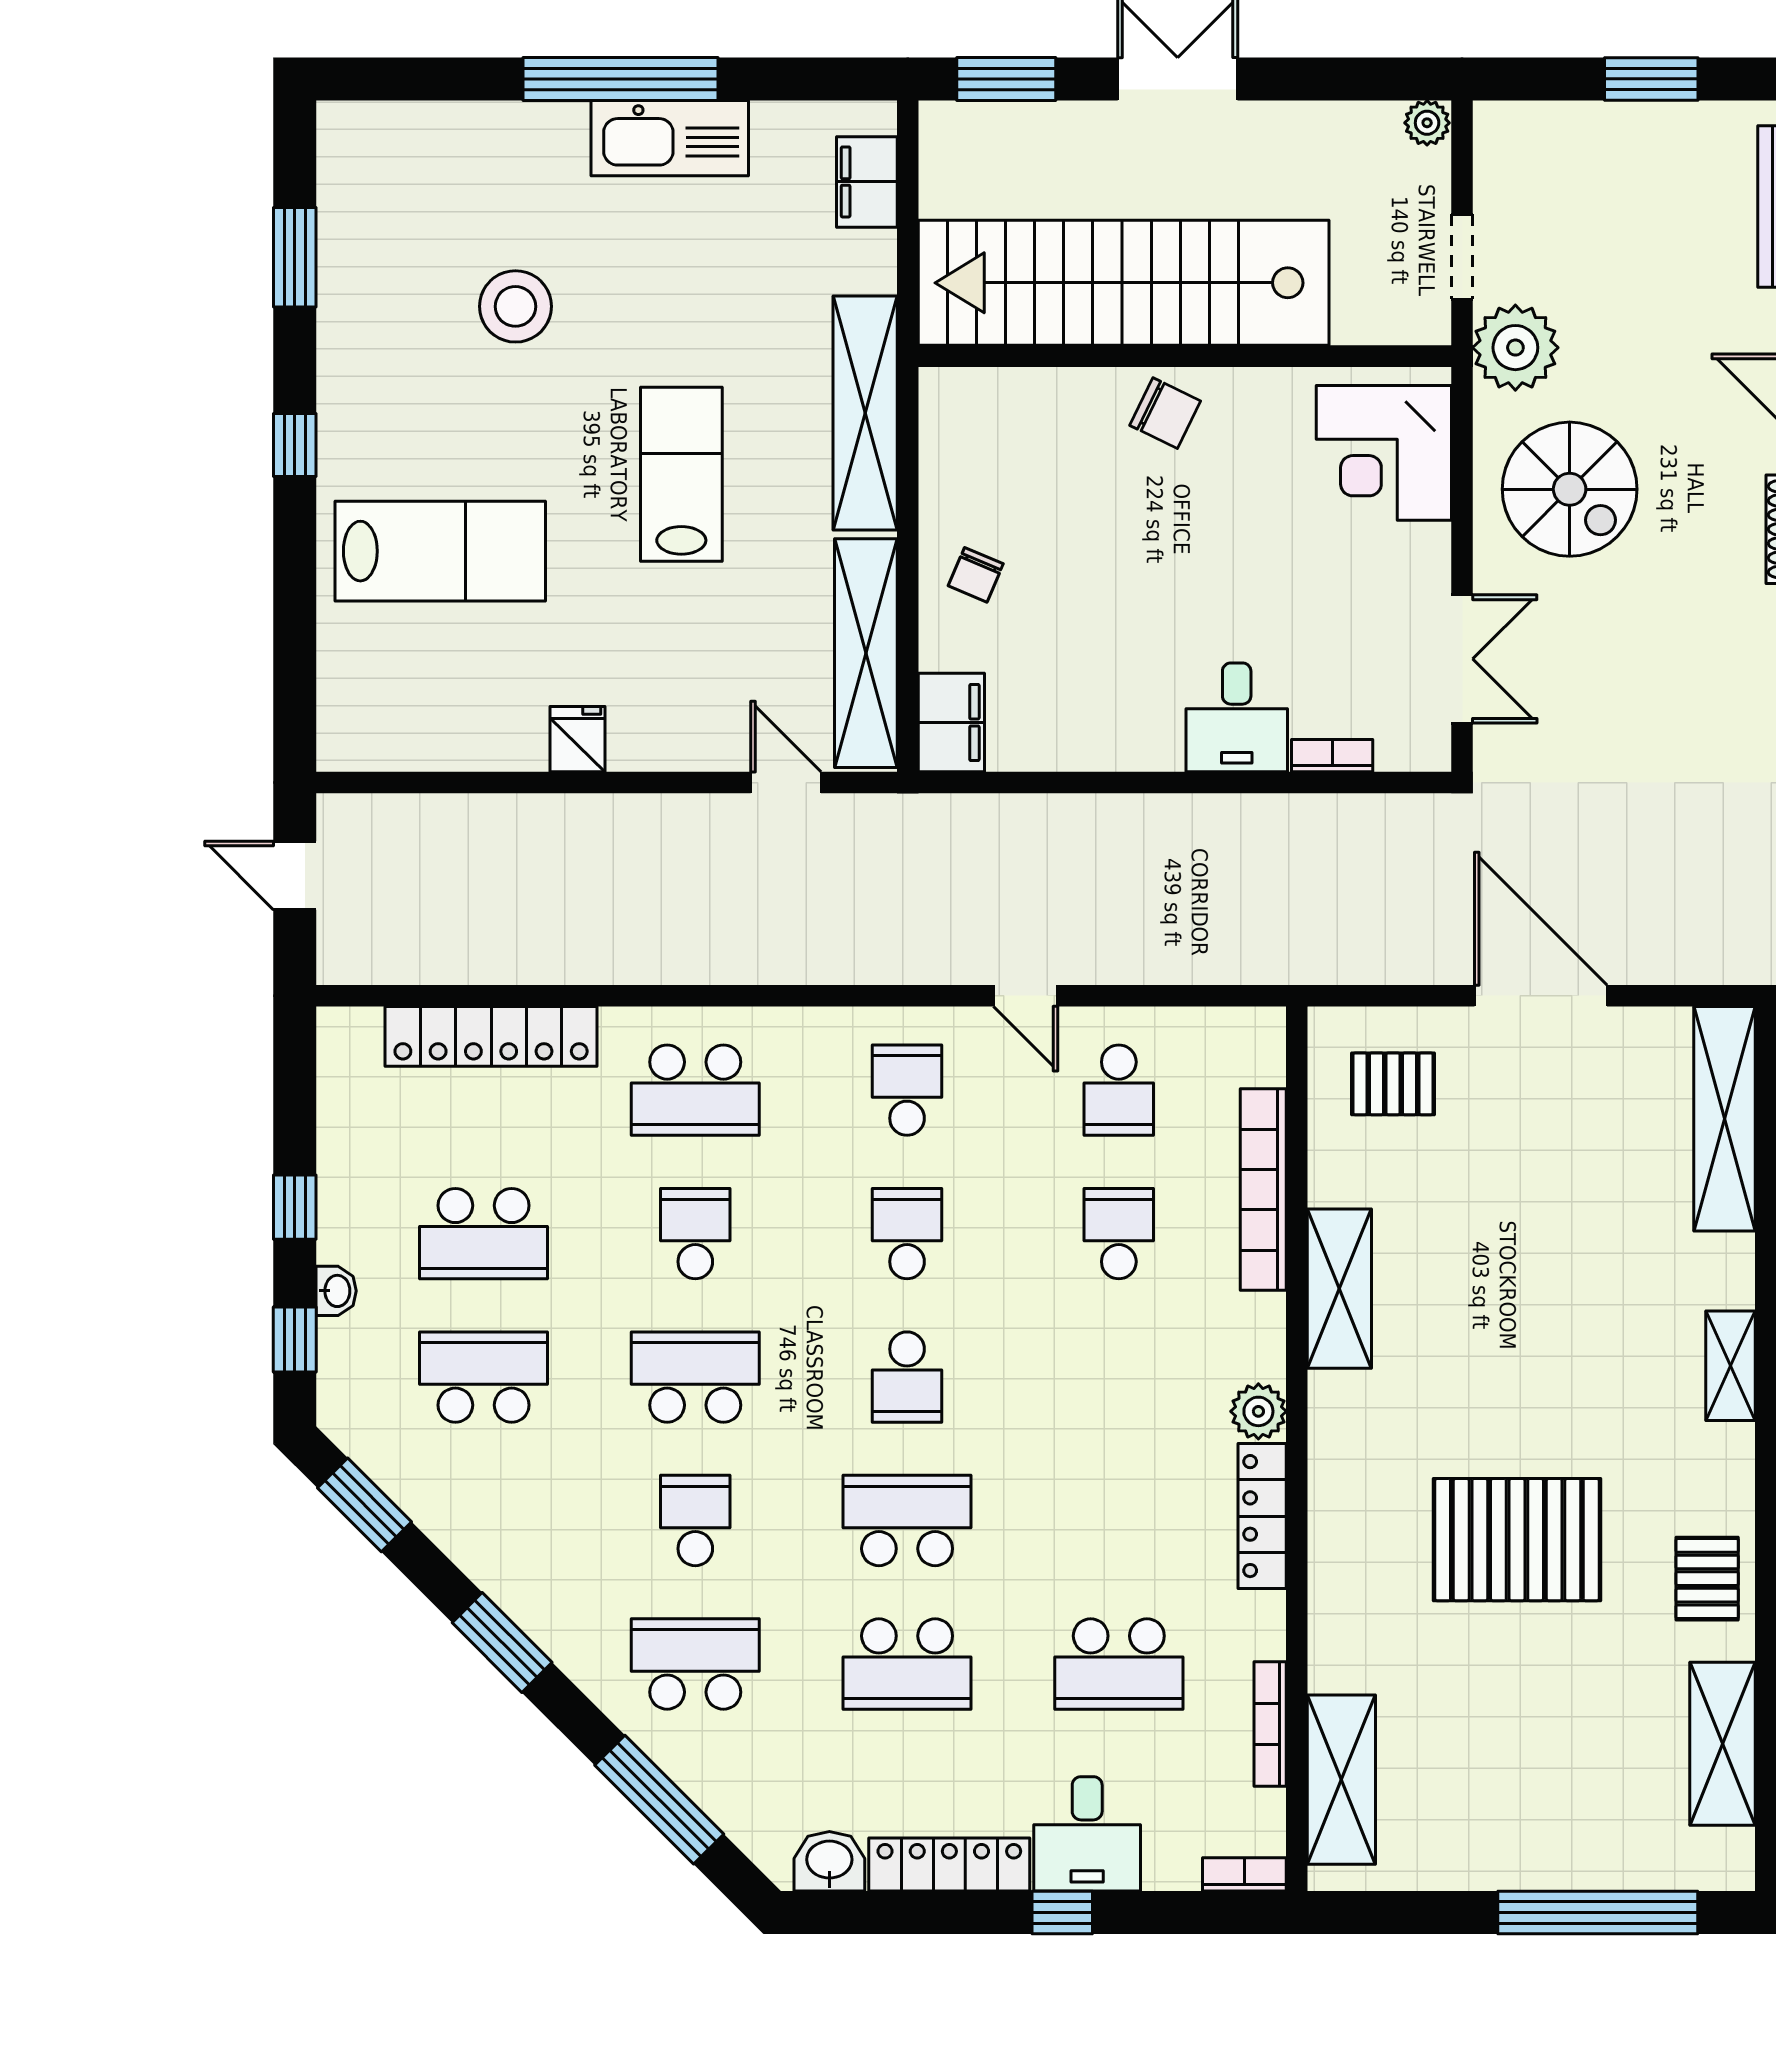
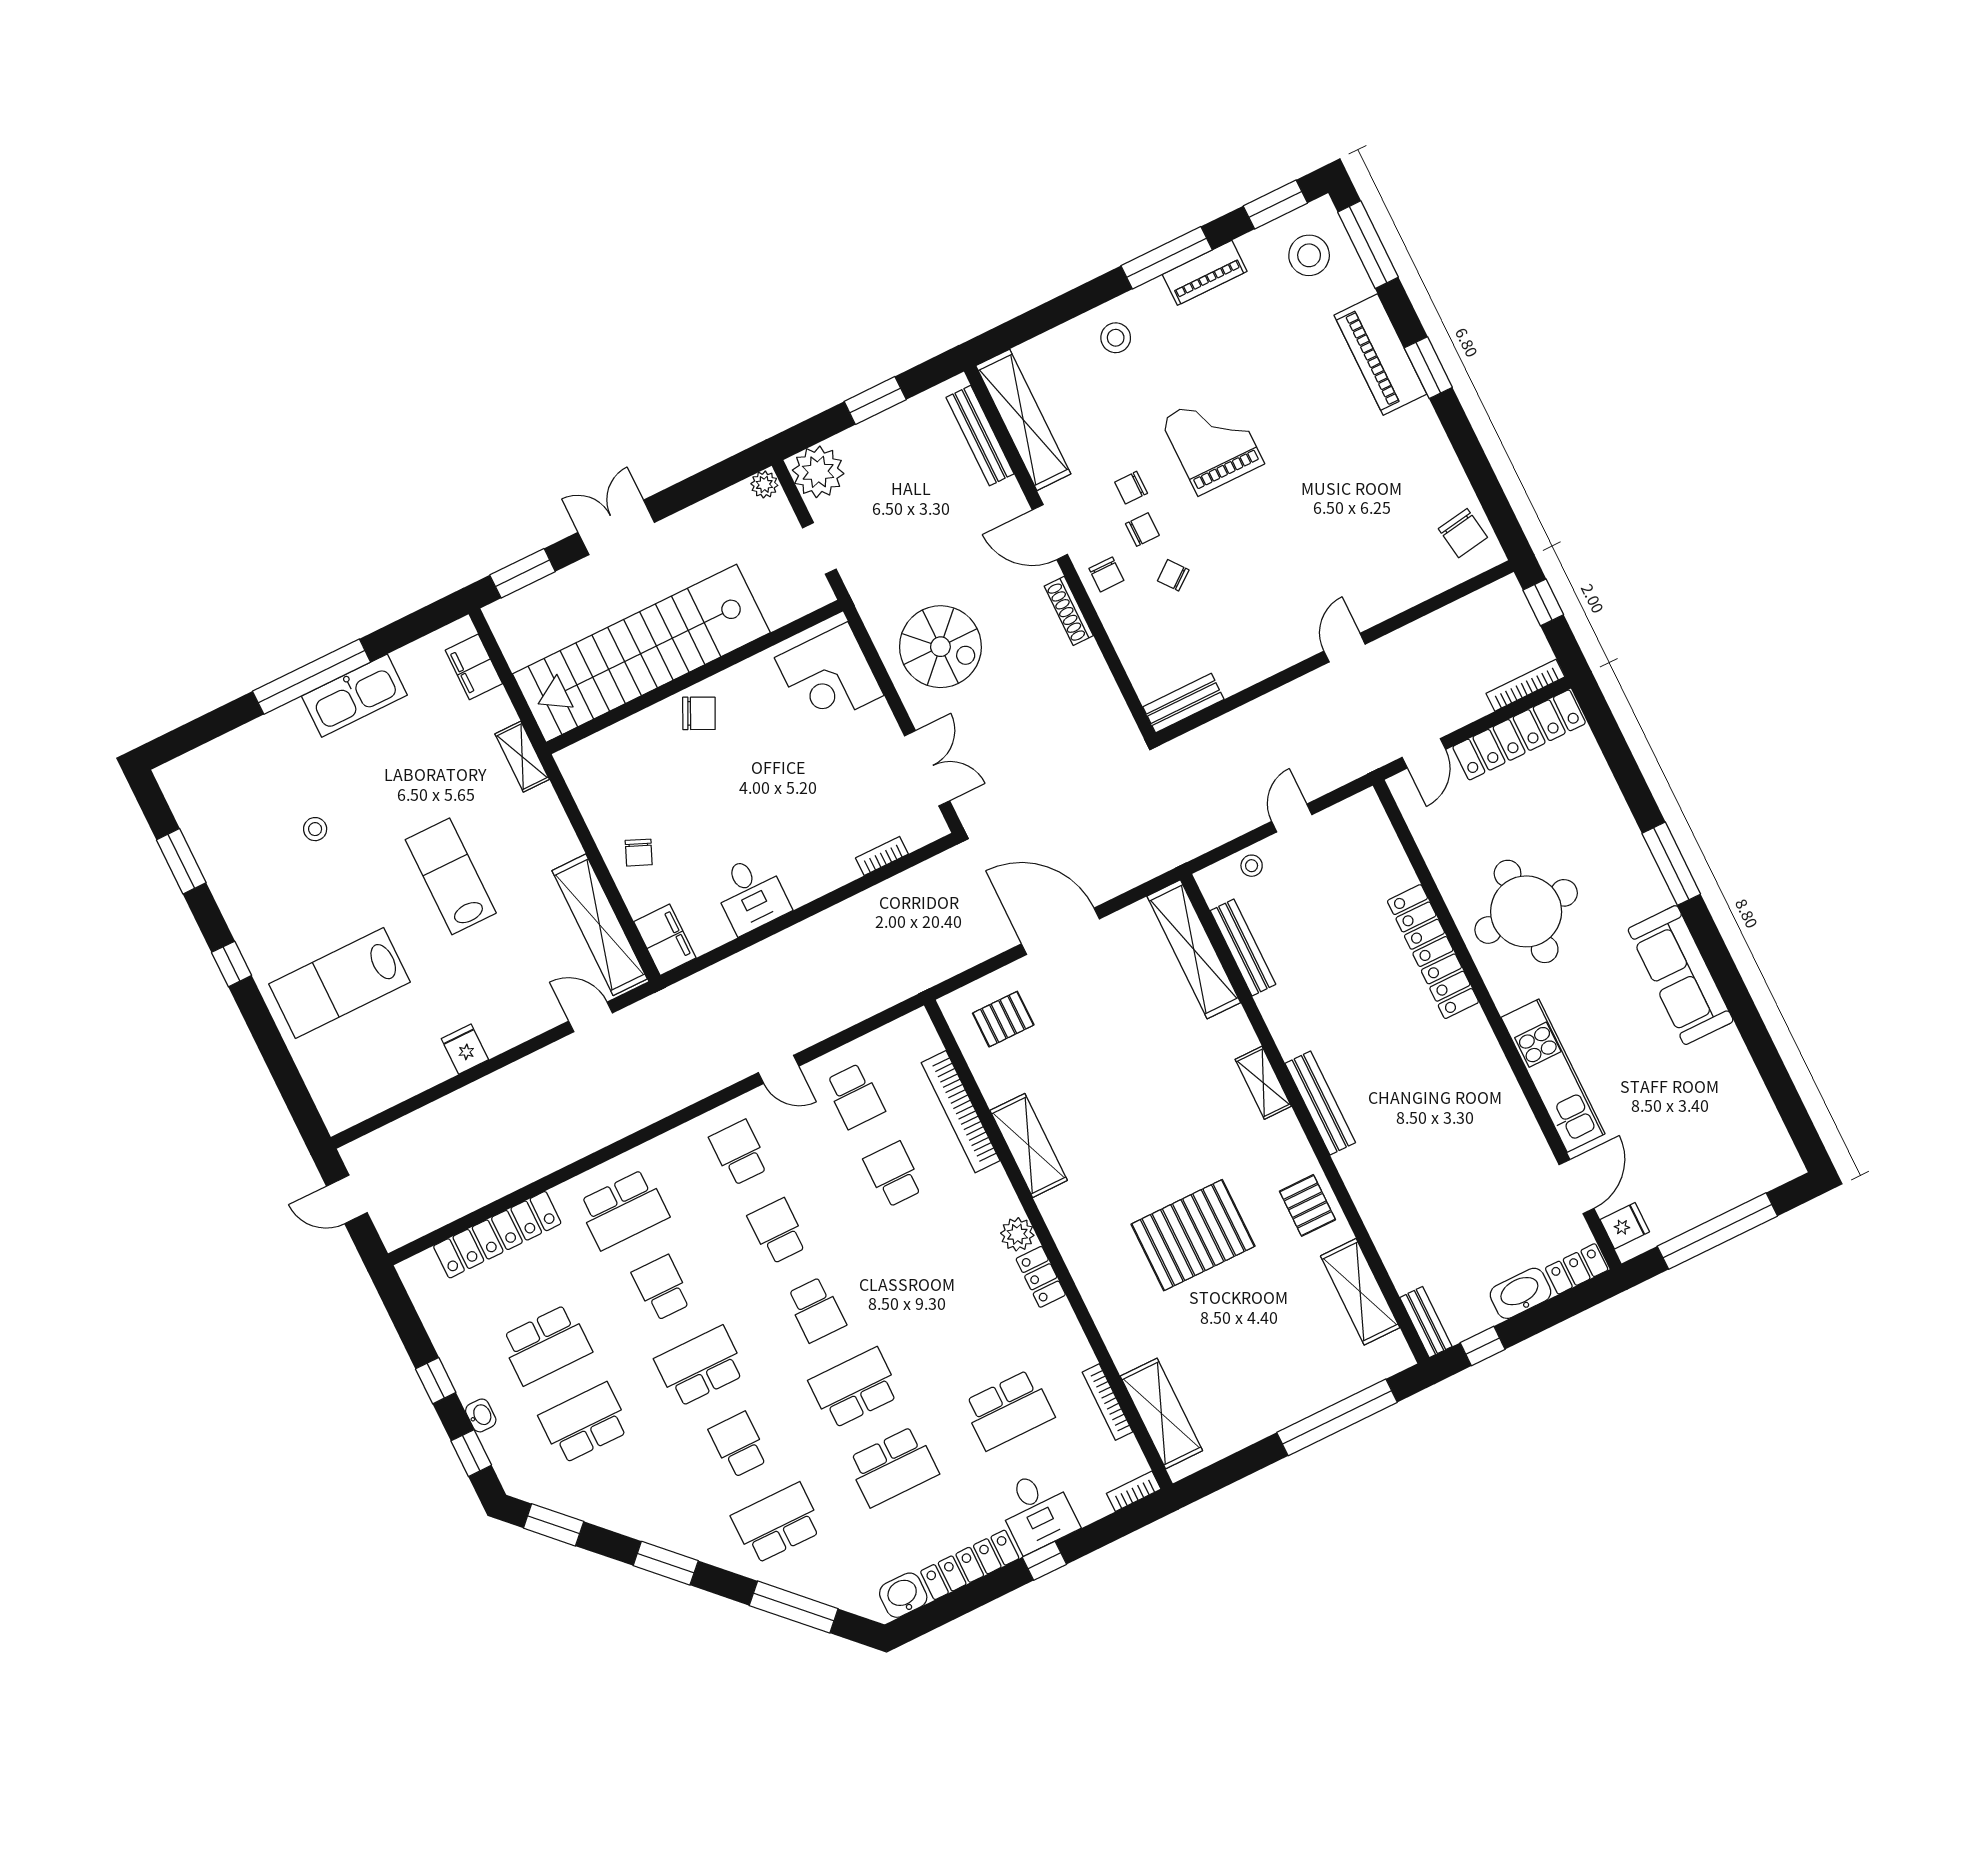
stool: (515, 306) -> (315, 829), width x0.53, depth x0.53
plant: (1515, 348) -> (818, 472), moved
shelving: (865, 413) -> (522, 757), width x0.45, depth x0.75
lab bench: (440, 551) -> (339, 983), turned 180
desk: (1237, 717) -> (751, 894), moved
locker: (1262, 1516) -> (1041, 1277), width x0.66

